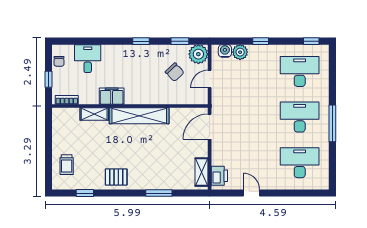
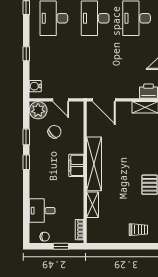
window: (180, 41) -> (26, 137), moved
plant: (240, 52) -> (36, 72), removed
filing cabinet: (112, 96) -> (76, 165), moved

